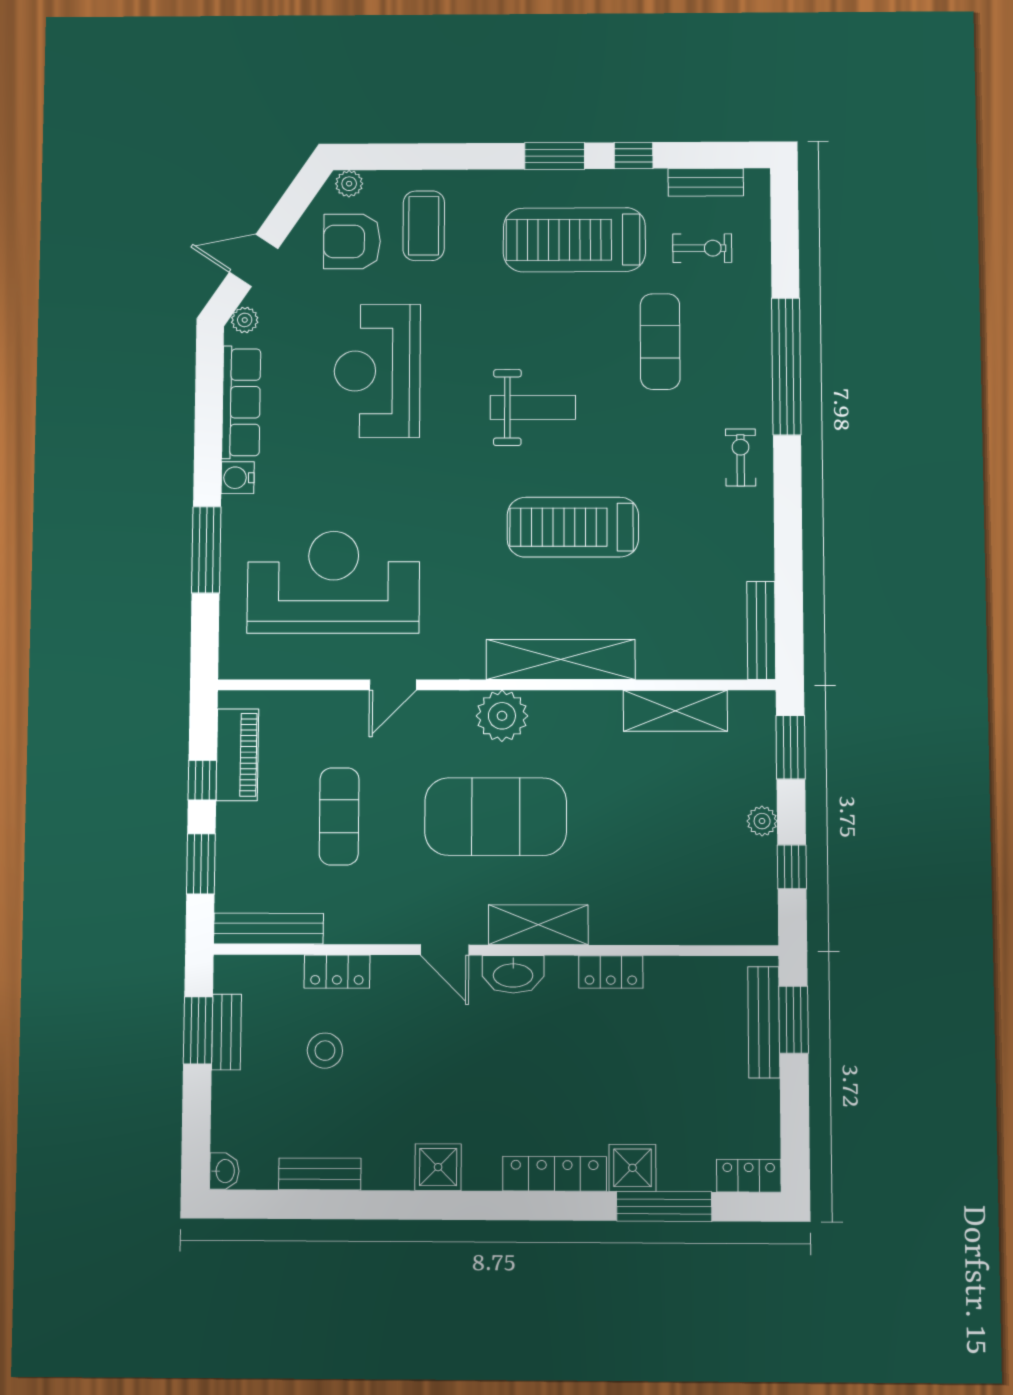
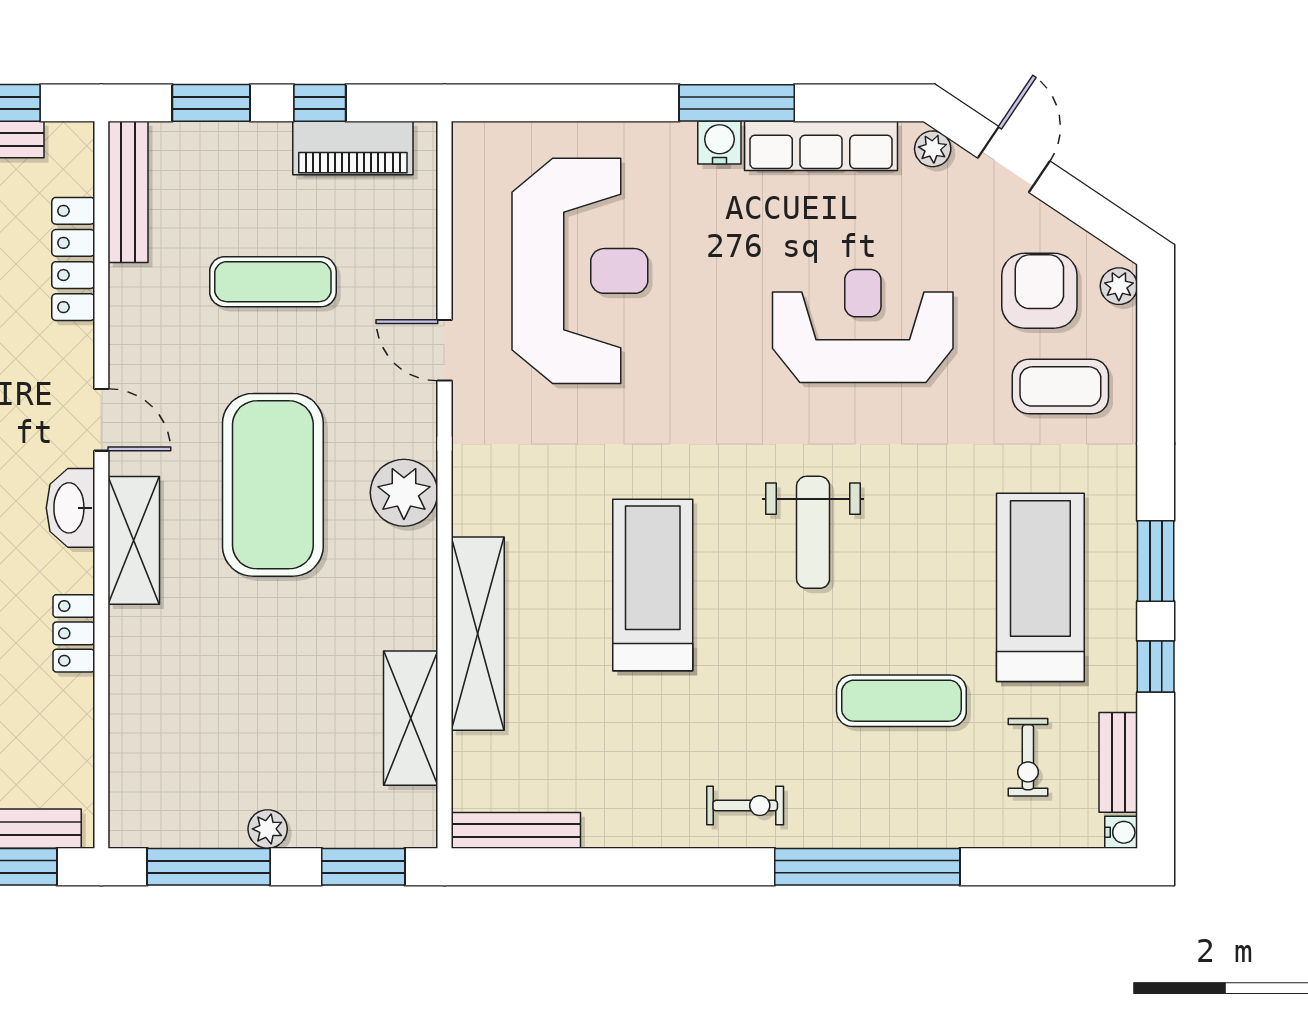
water cooler: (758, 180) -> (1121, 832), added
window: (206, 550) -> (737, 103), moved
shelving: (561, 660) -> (478, 634), moved
window: (792, 867) -> (209, 867), width x2.17
door: (445, 950) -> (101, 420), swing flipped
locker: (337, 972) -> (73, 259), width x1.53

